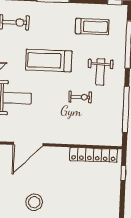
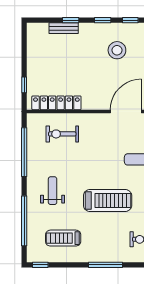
exercise bike: (80, 97) -> (62, 134), moved, width x1.38, depth x1.39

